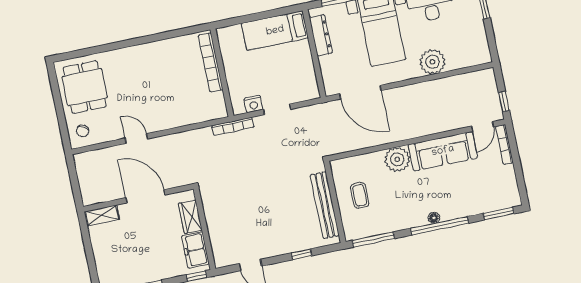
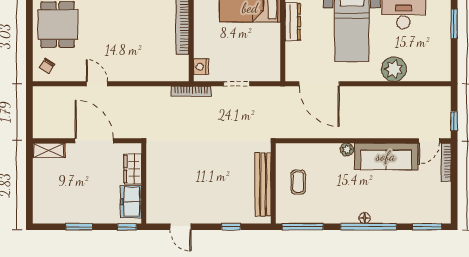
nightstand: (253, 104) -> (201, 67), moved, turned 90
plant: (397, 159) -> (347, 150), width x0.53, depth x0.53

